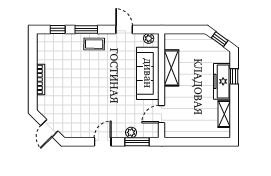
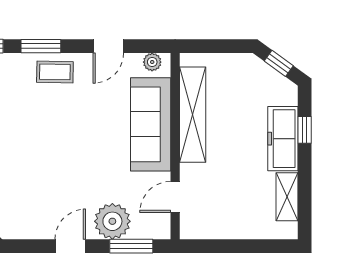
door: (124, 30) -> (108, 46), swing flipped
shelving: (171, 68) -> (193, 115), width x1.47
plant: (131, 132) -> (112, 221), width x1.87, depth x1.87

